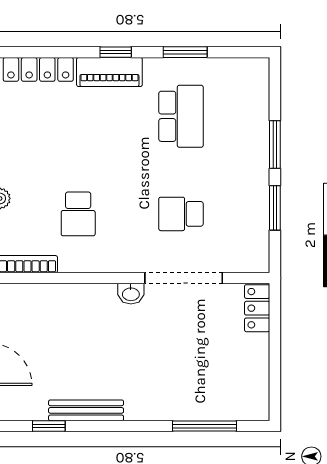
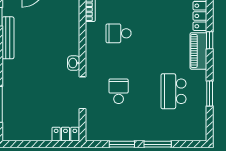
window: (116, 52) -> (210, 40), moved
school desk: (181, 116) -> (174, 91), turned 90
doorway: (184, 278) -> (82, 93), width x0.73

